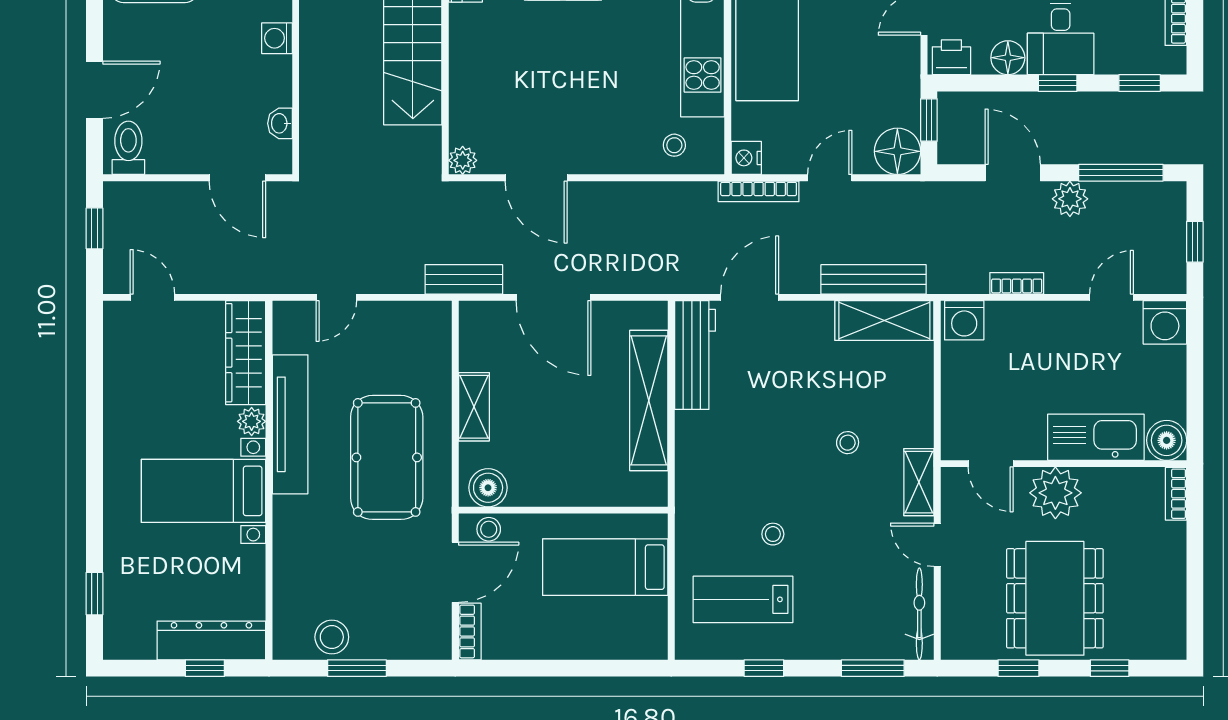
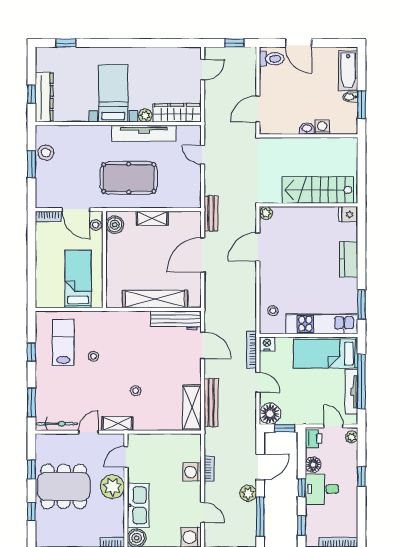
washbasin: (280, 123) -> (307, 129), moved
washing machine: (964, 320) -> (192, 472), moved

